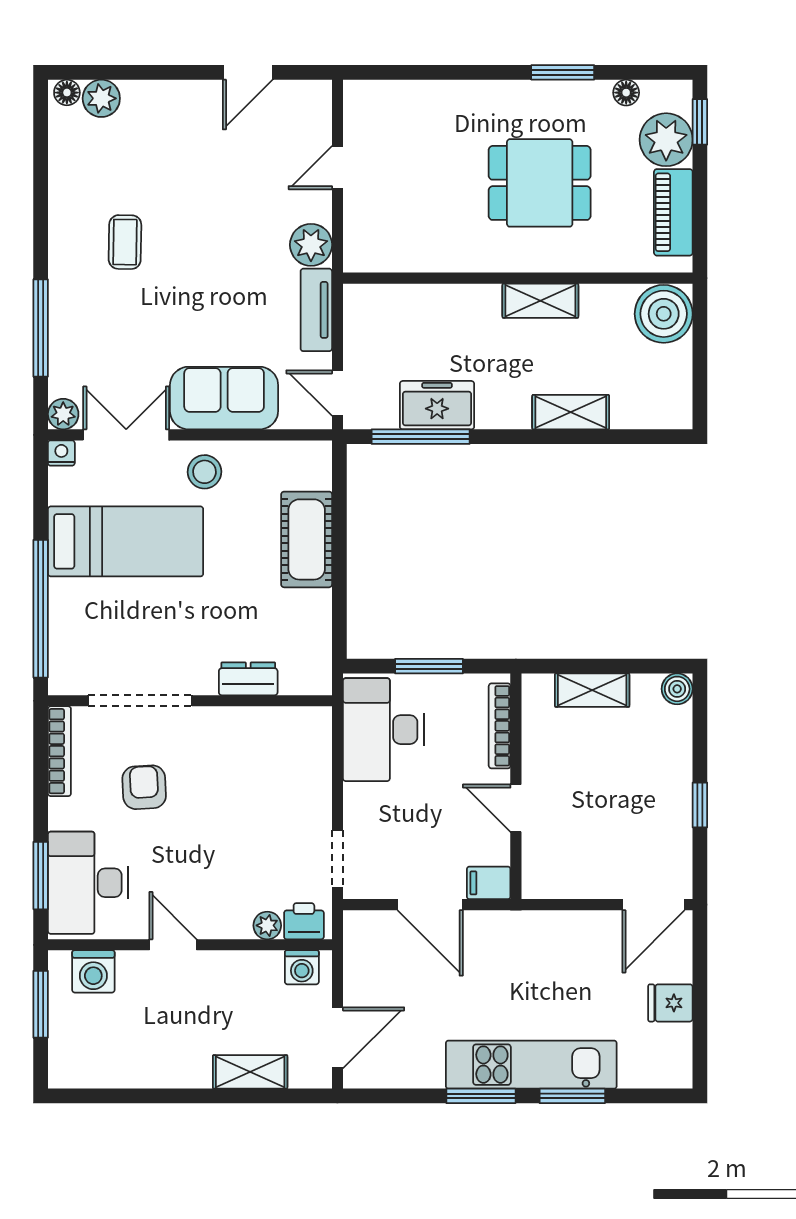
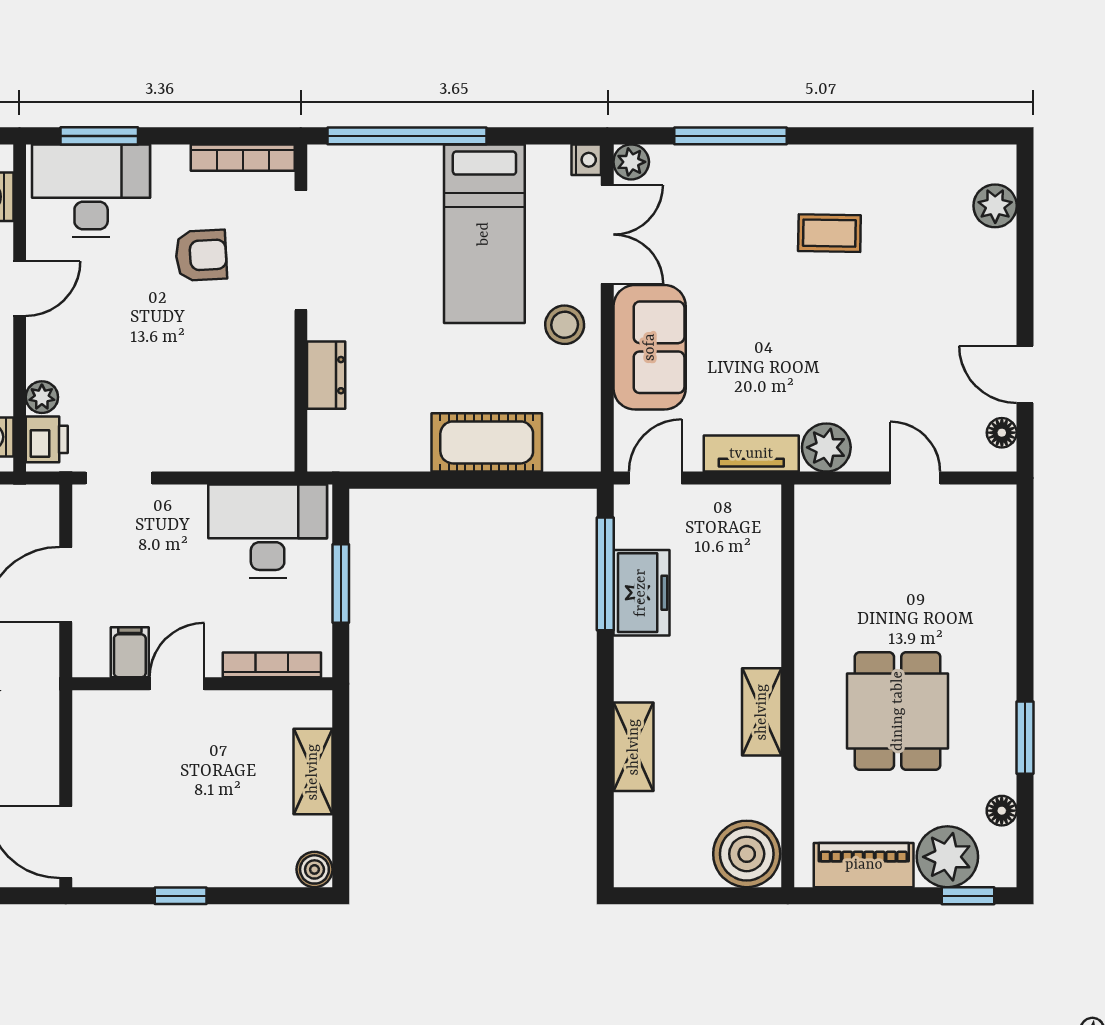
floor lamp: (67, 93) -> (1002, 433), moved
filing cabinet: (489, 883) -> (130, 652), moved

